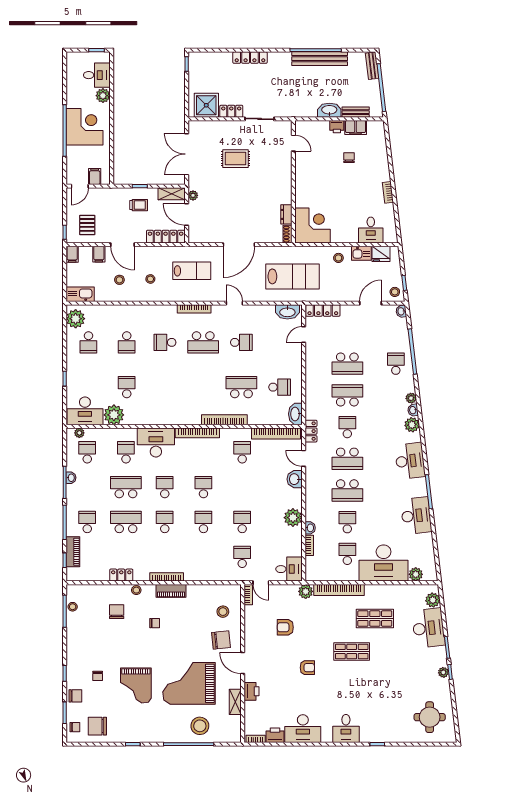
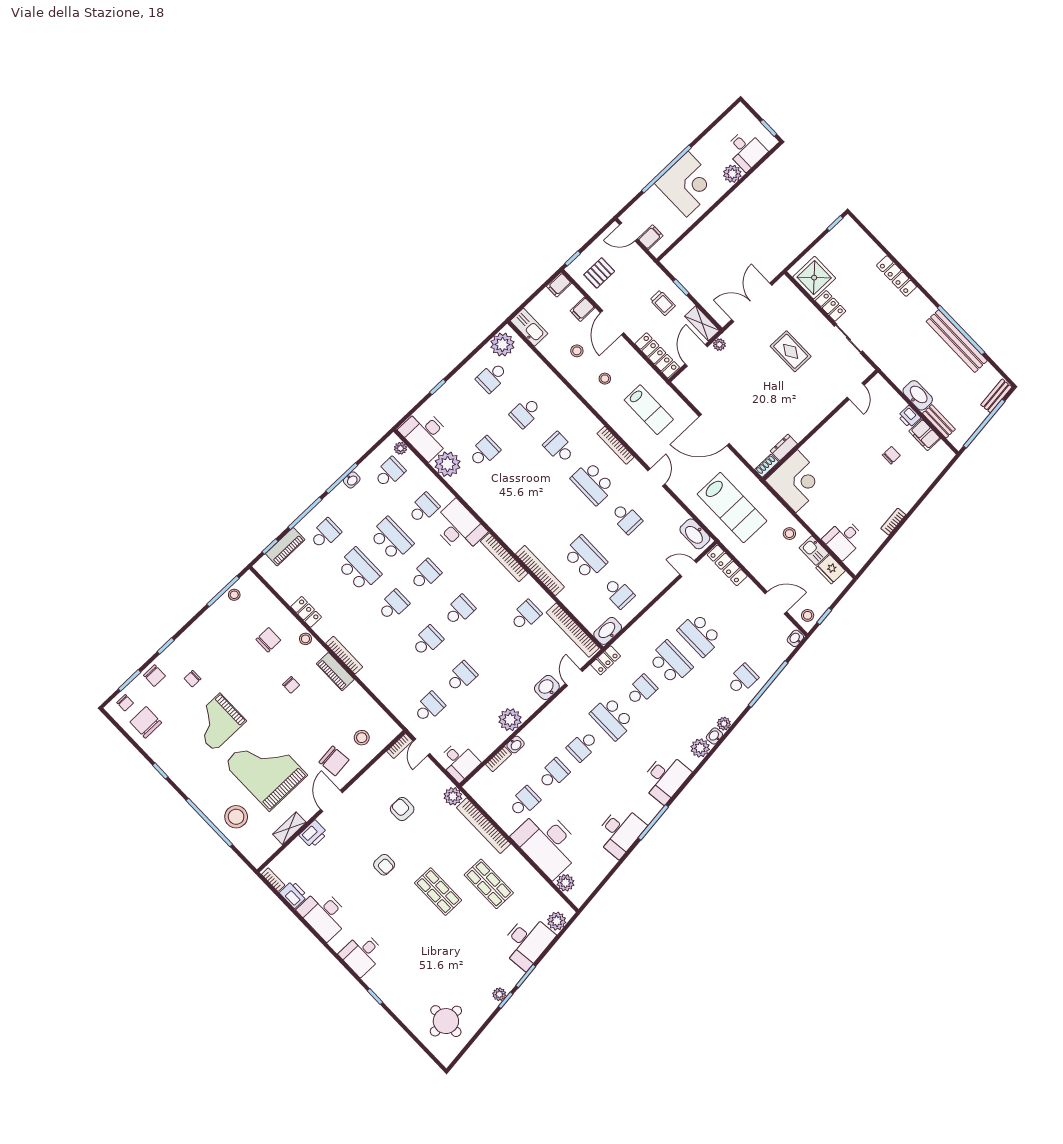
school desk: (347, 490) -> (583, 746), width x0.54

